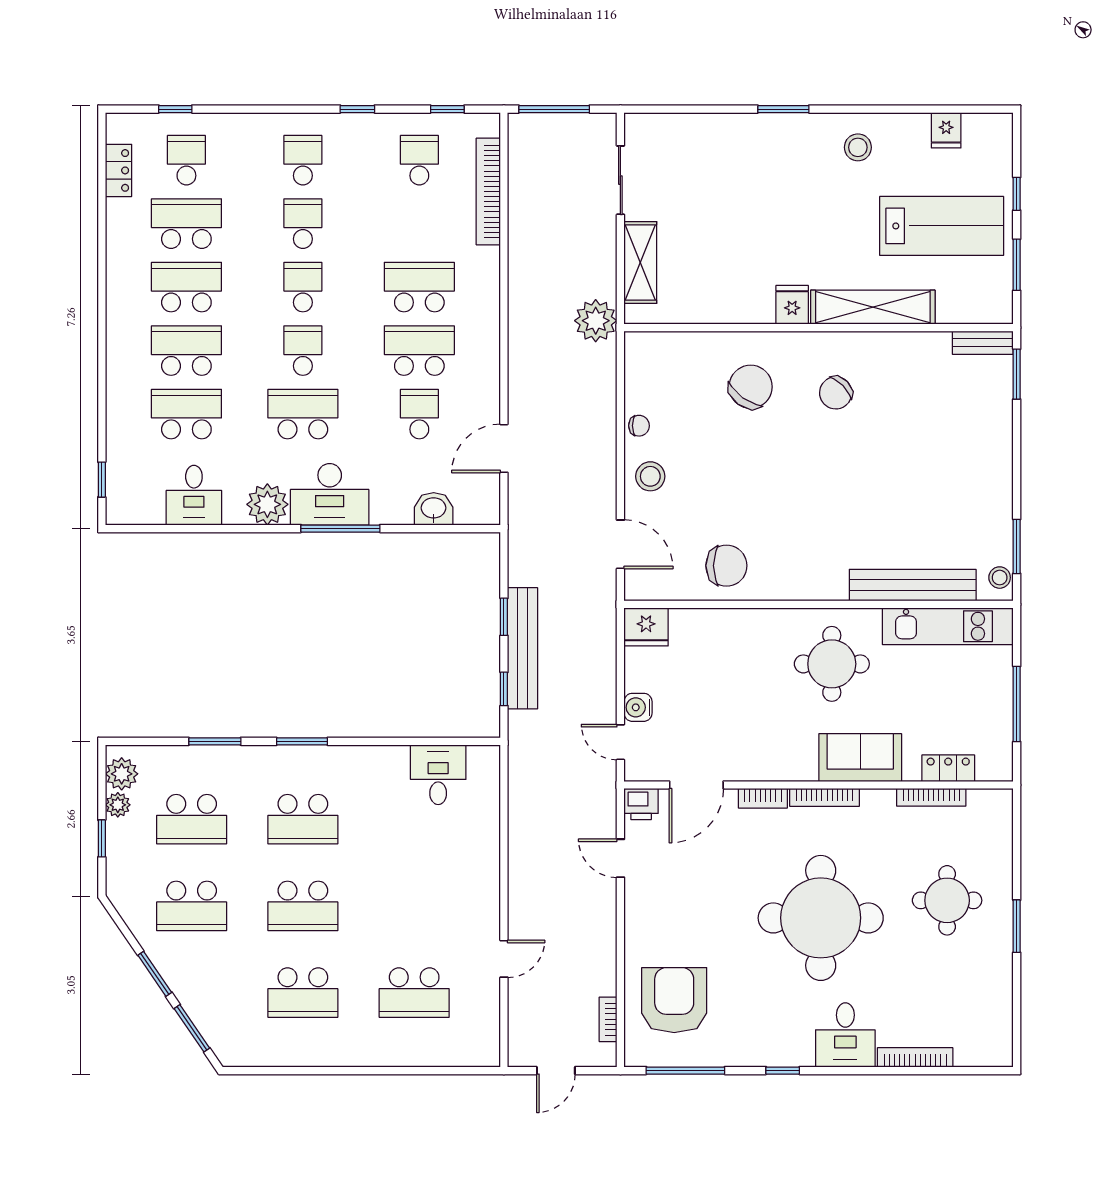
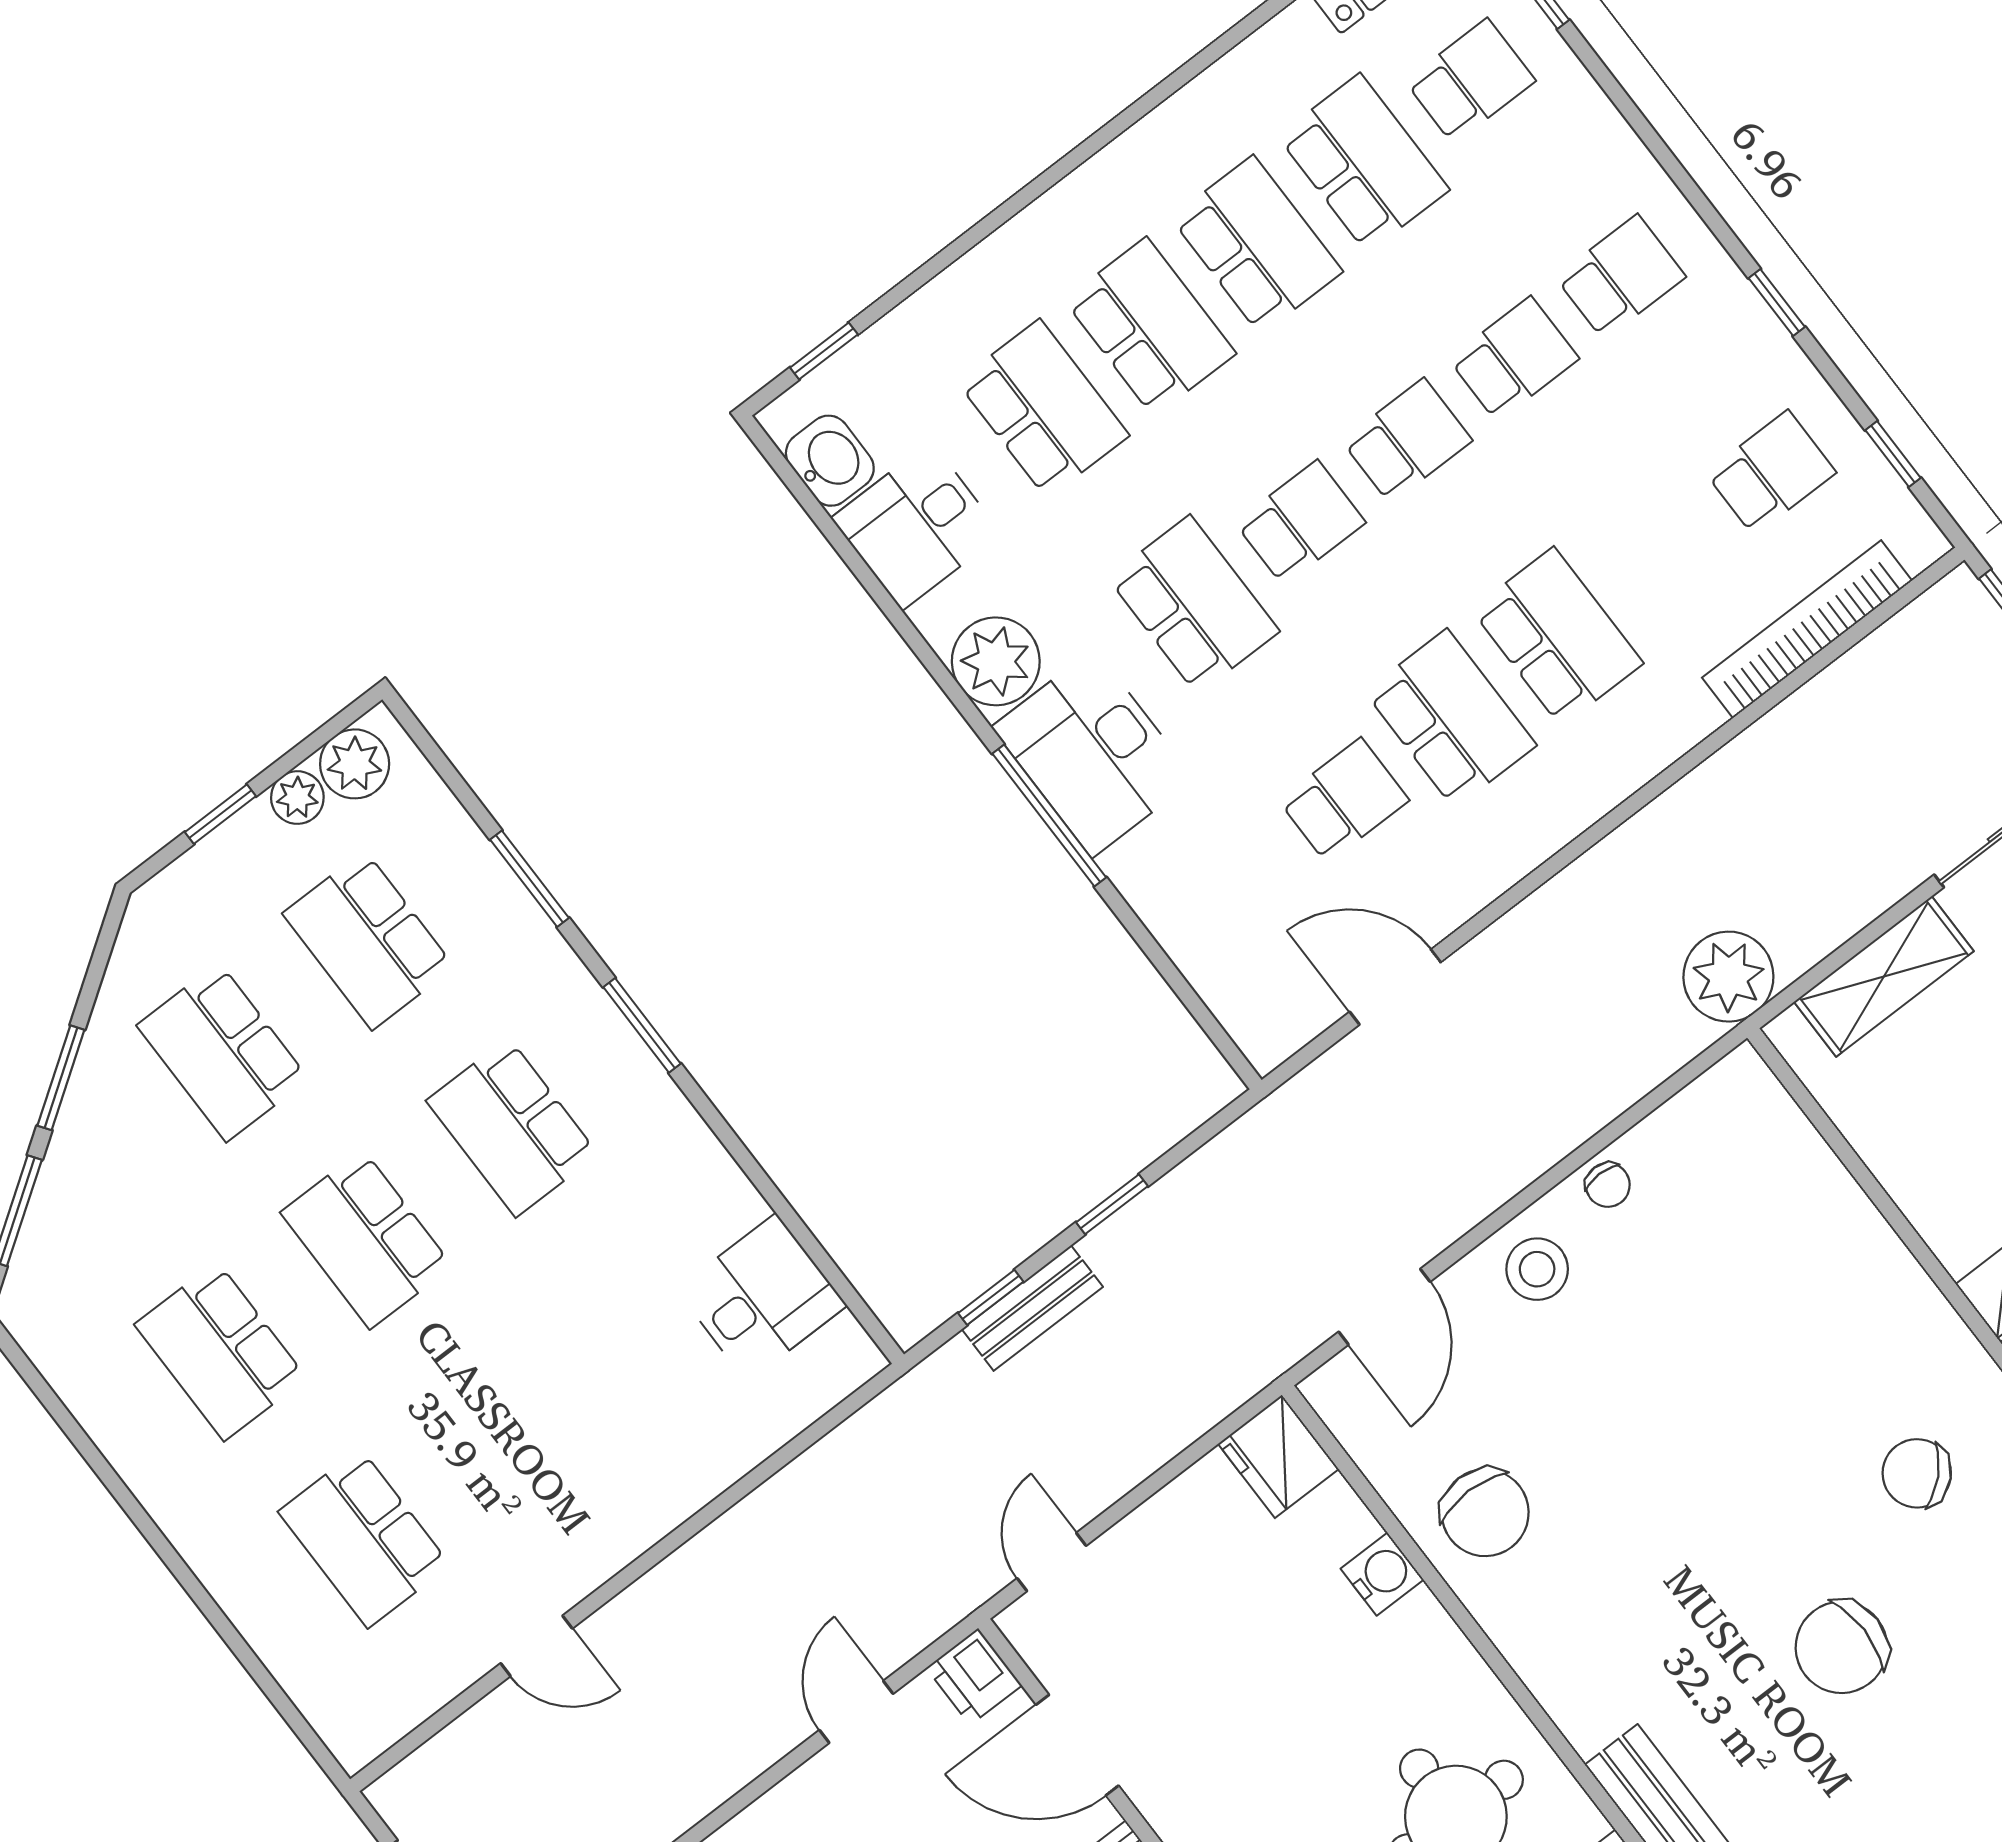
chair: (751, 387) -> (1841, 1647), moved, turned 144
washbasin: (434, 509) -> (830, 461), moved
bench: (523, 648) -> (1032, 1308), width x0.54, depth x0.82
water cooler: (638, 707) -> (1382, 1574), moved, turned 90

